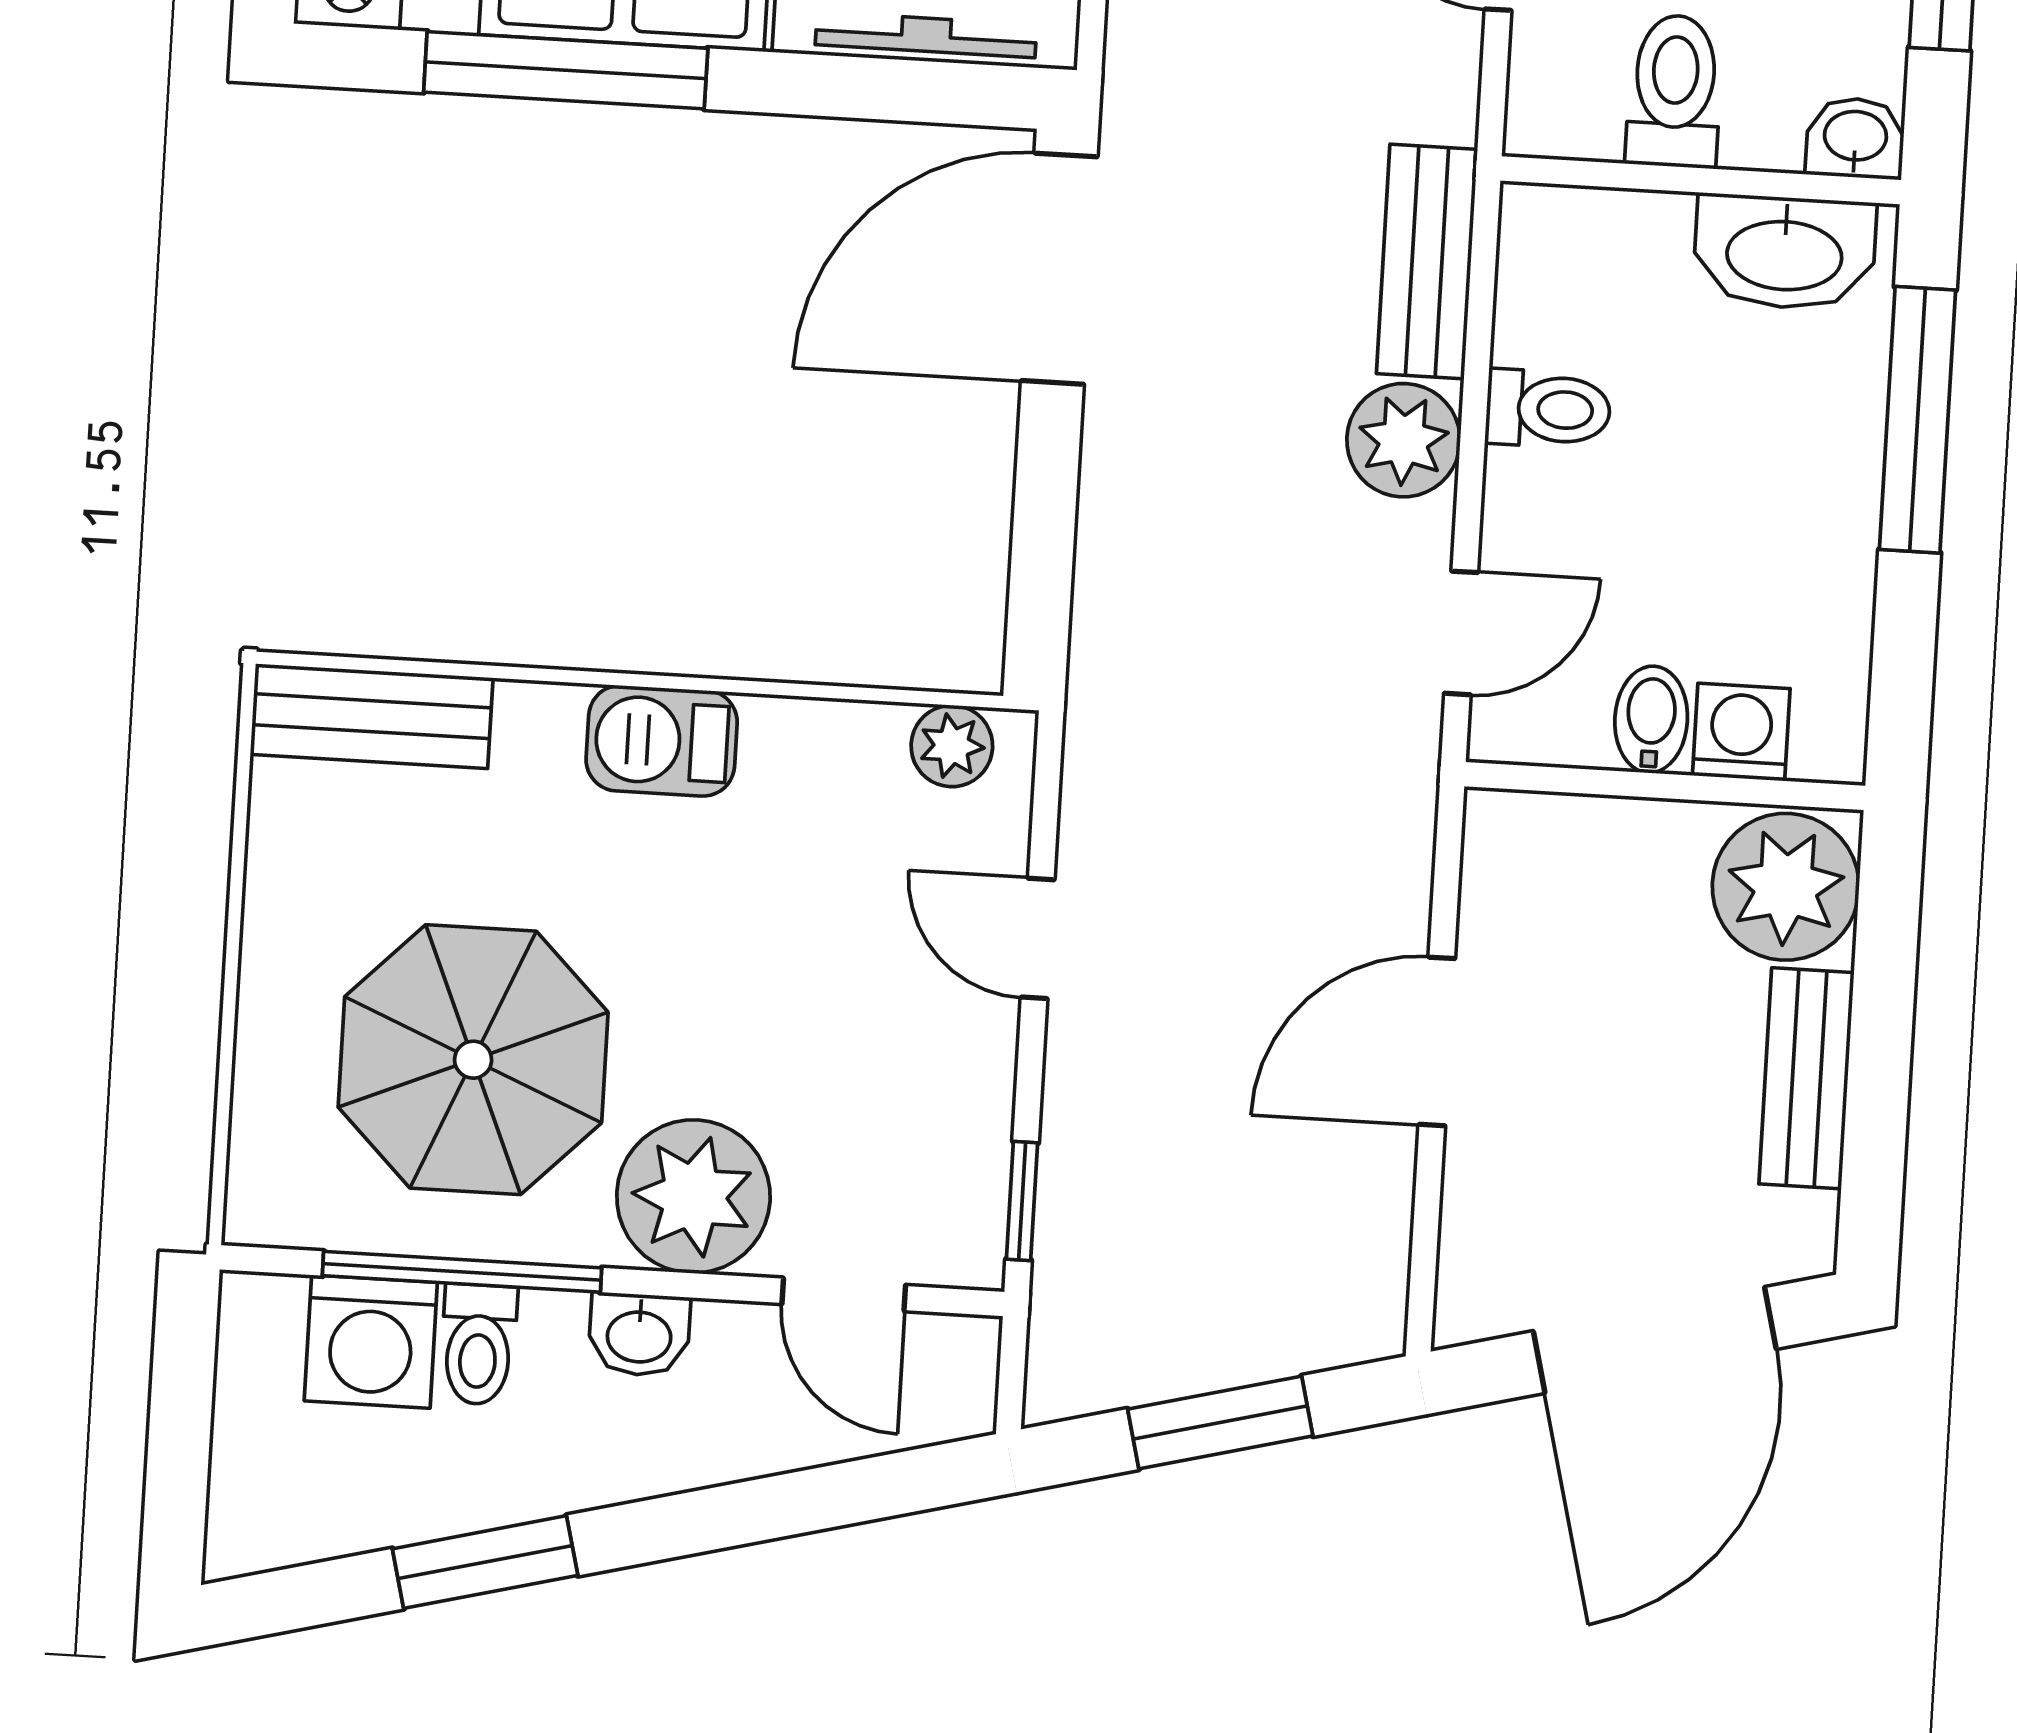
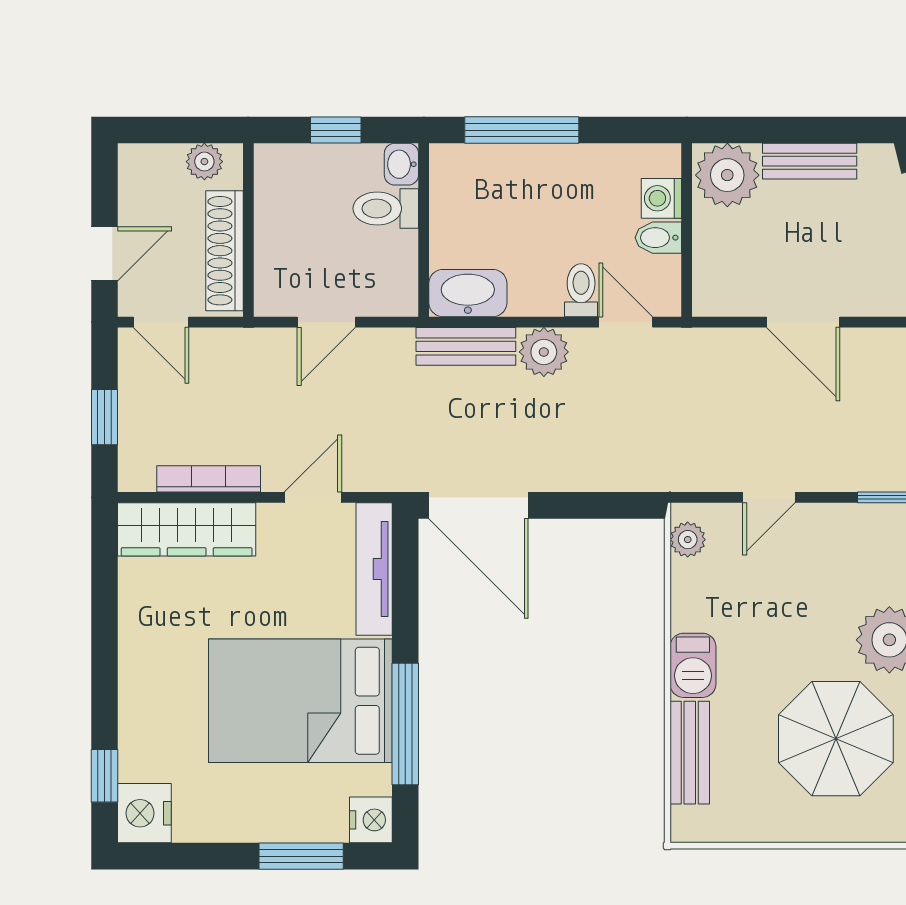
toilet: (1675, 91) -> (386, 209), moved
washbasin: (1785, 252) -> (468, 293), moved, turned -90
toilet: (1548, 409) -> (581, 290), moved
bench: (372, 716) -> (690, 753), moved

